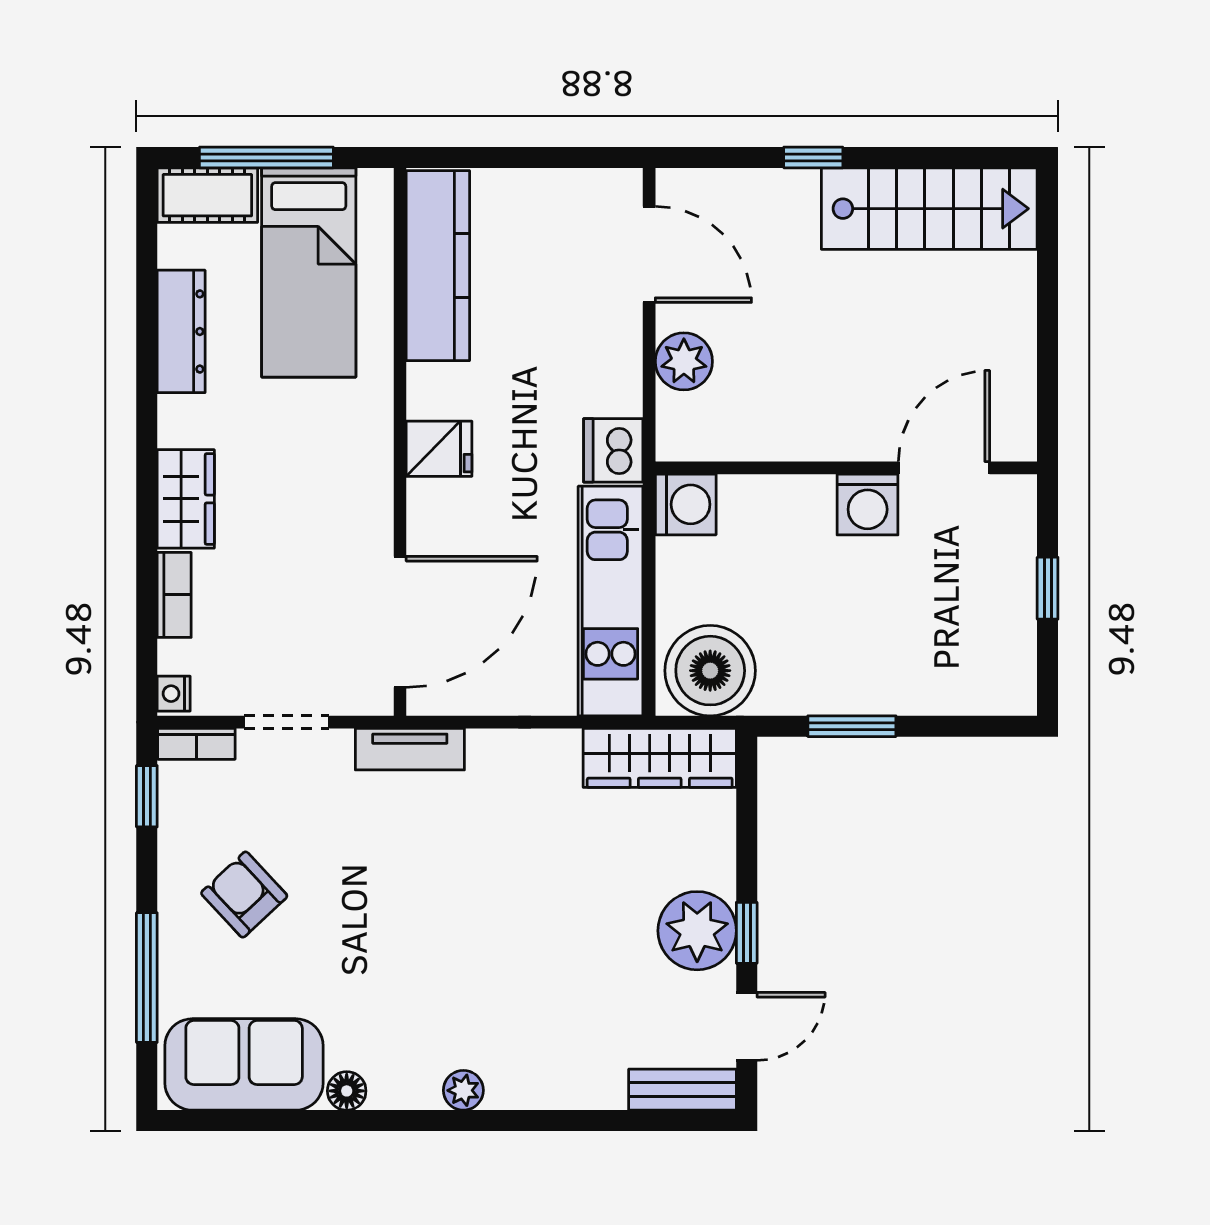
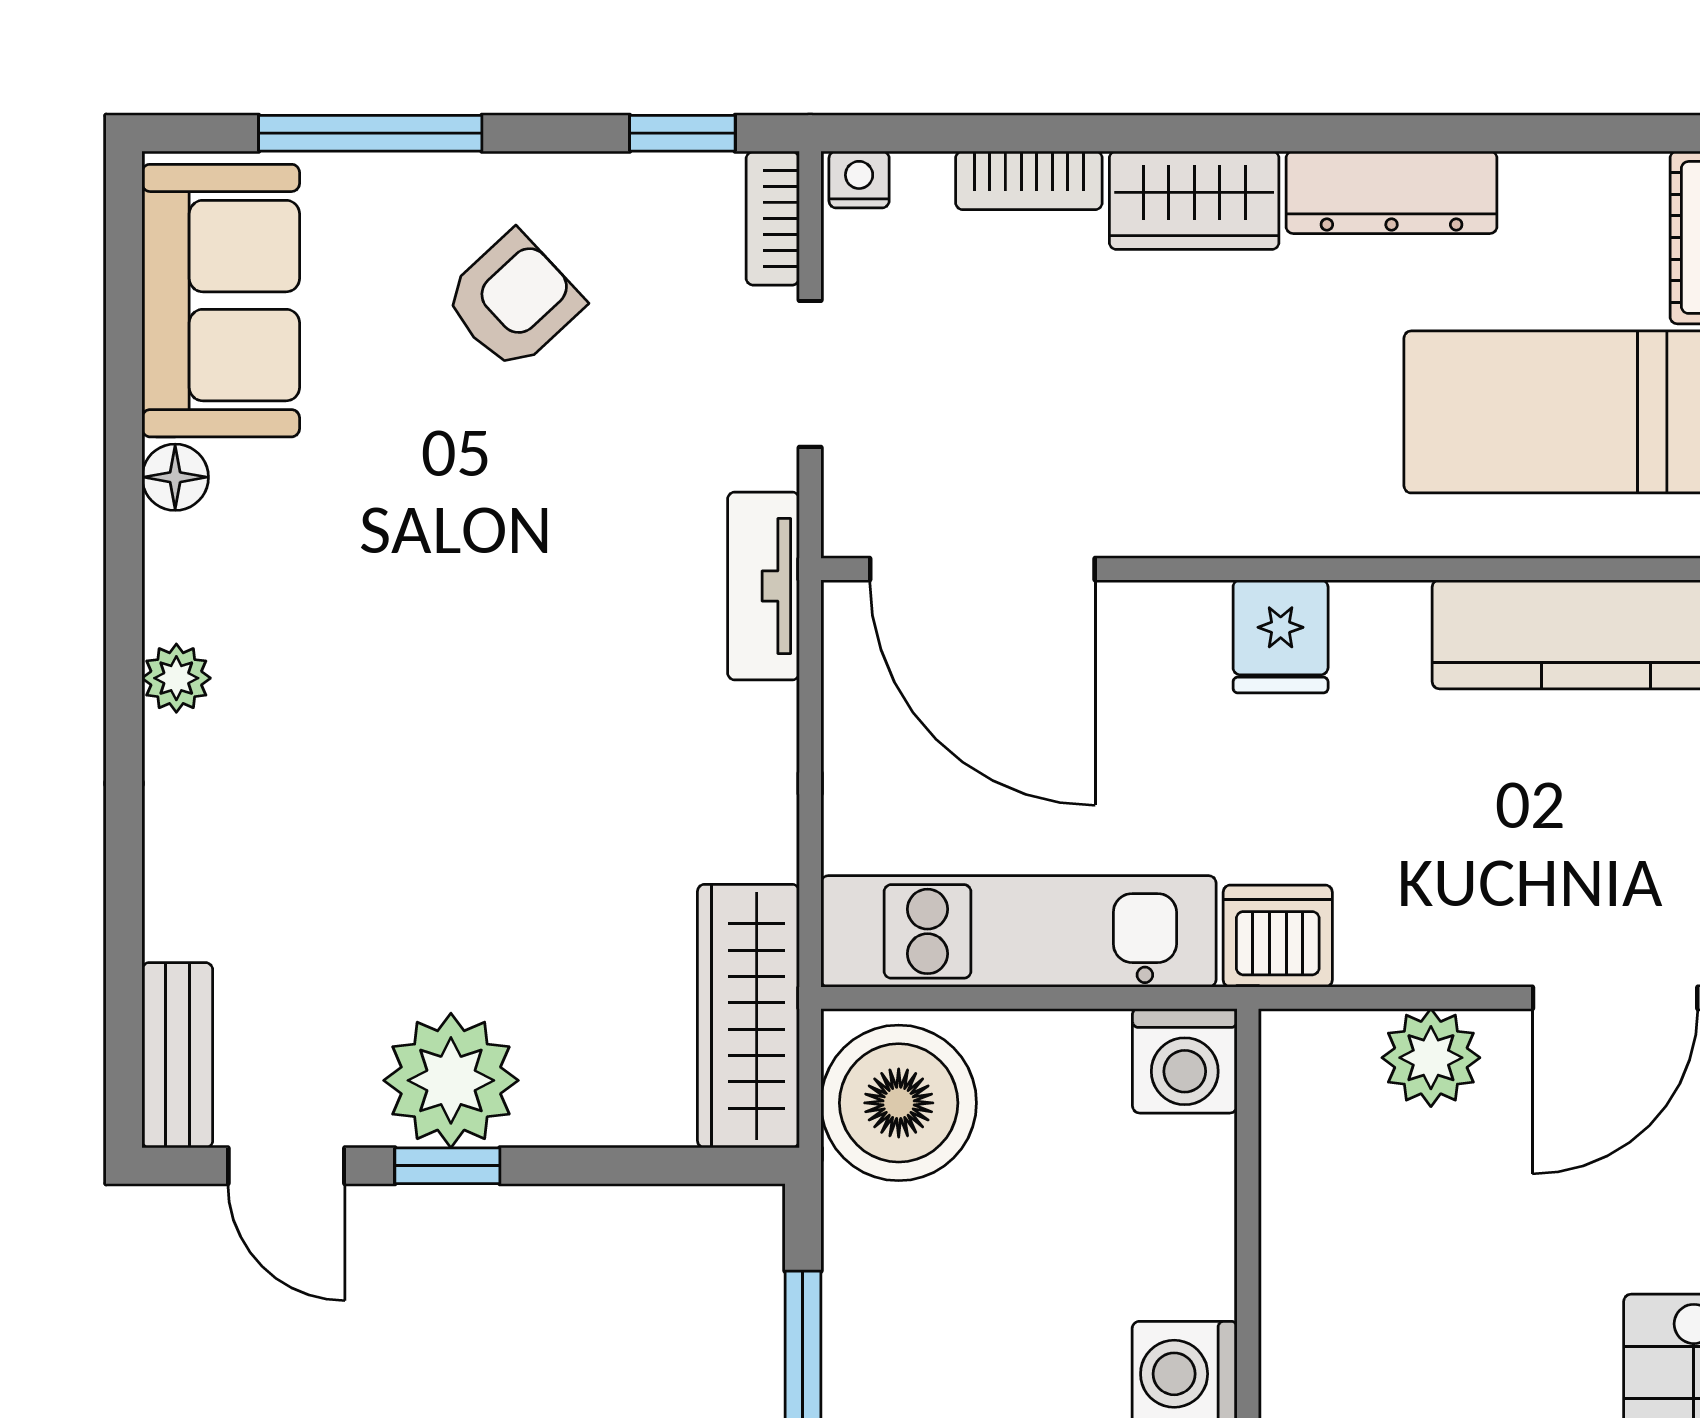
dresser: (181, 331) -> (1392, 192), moved

